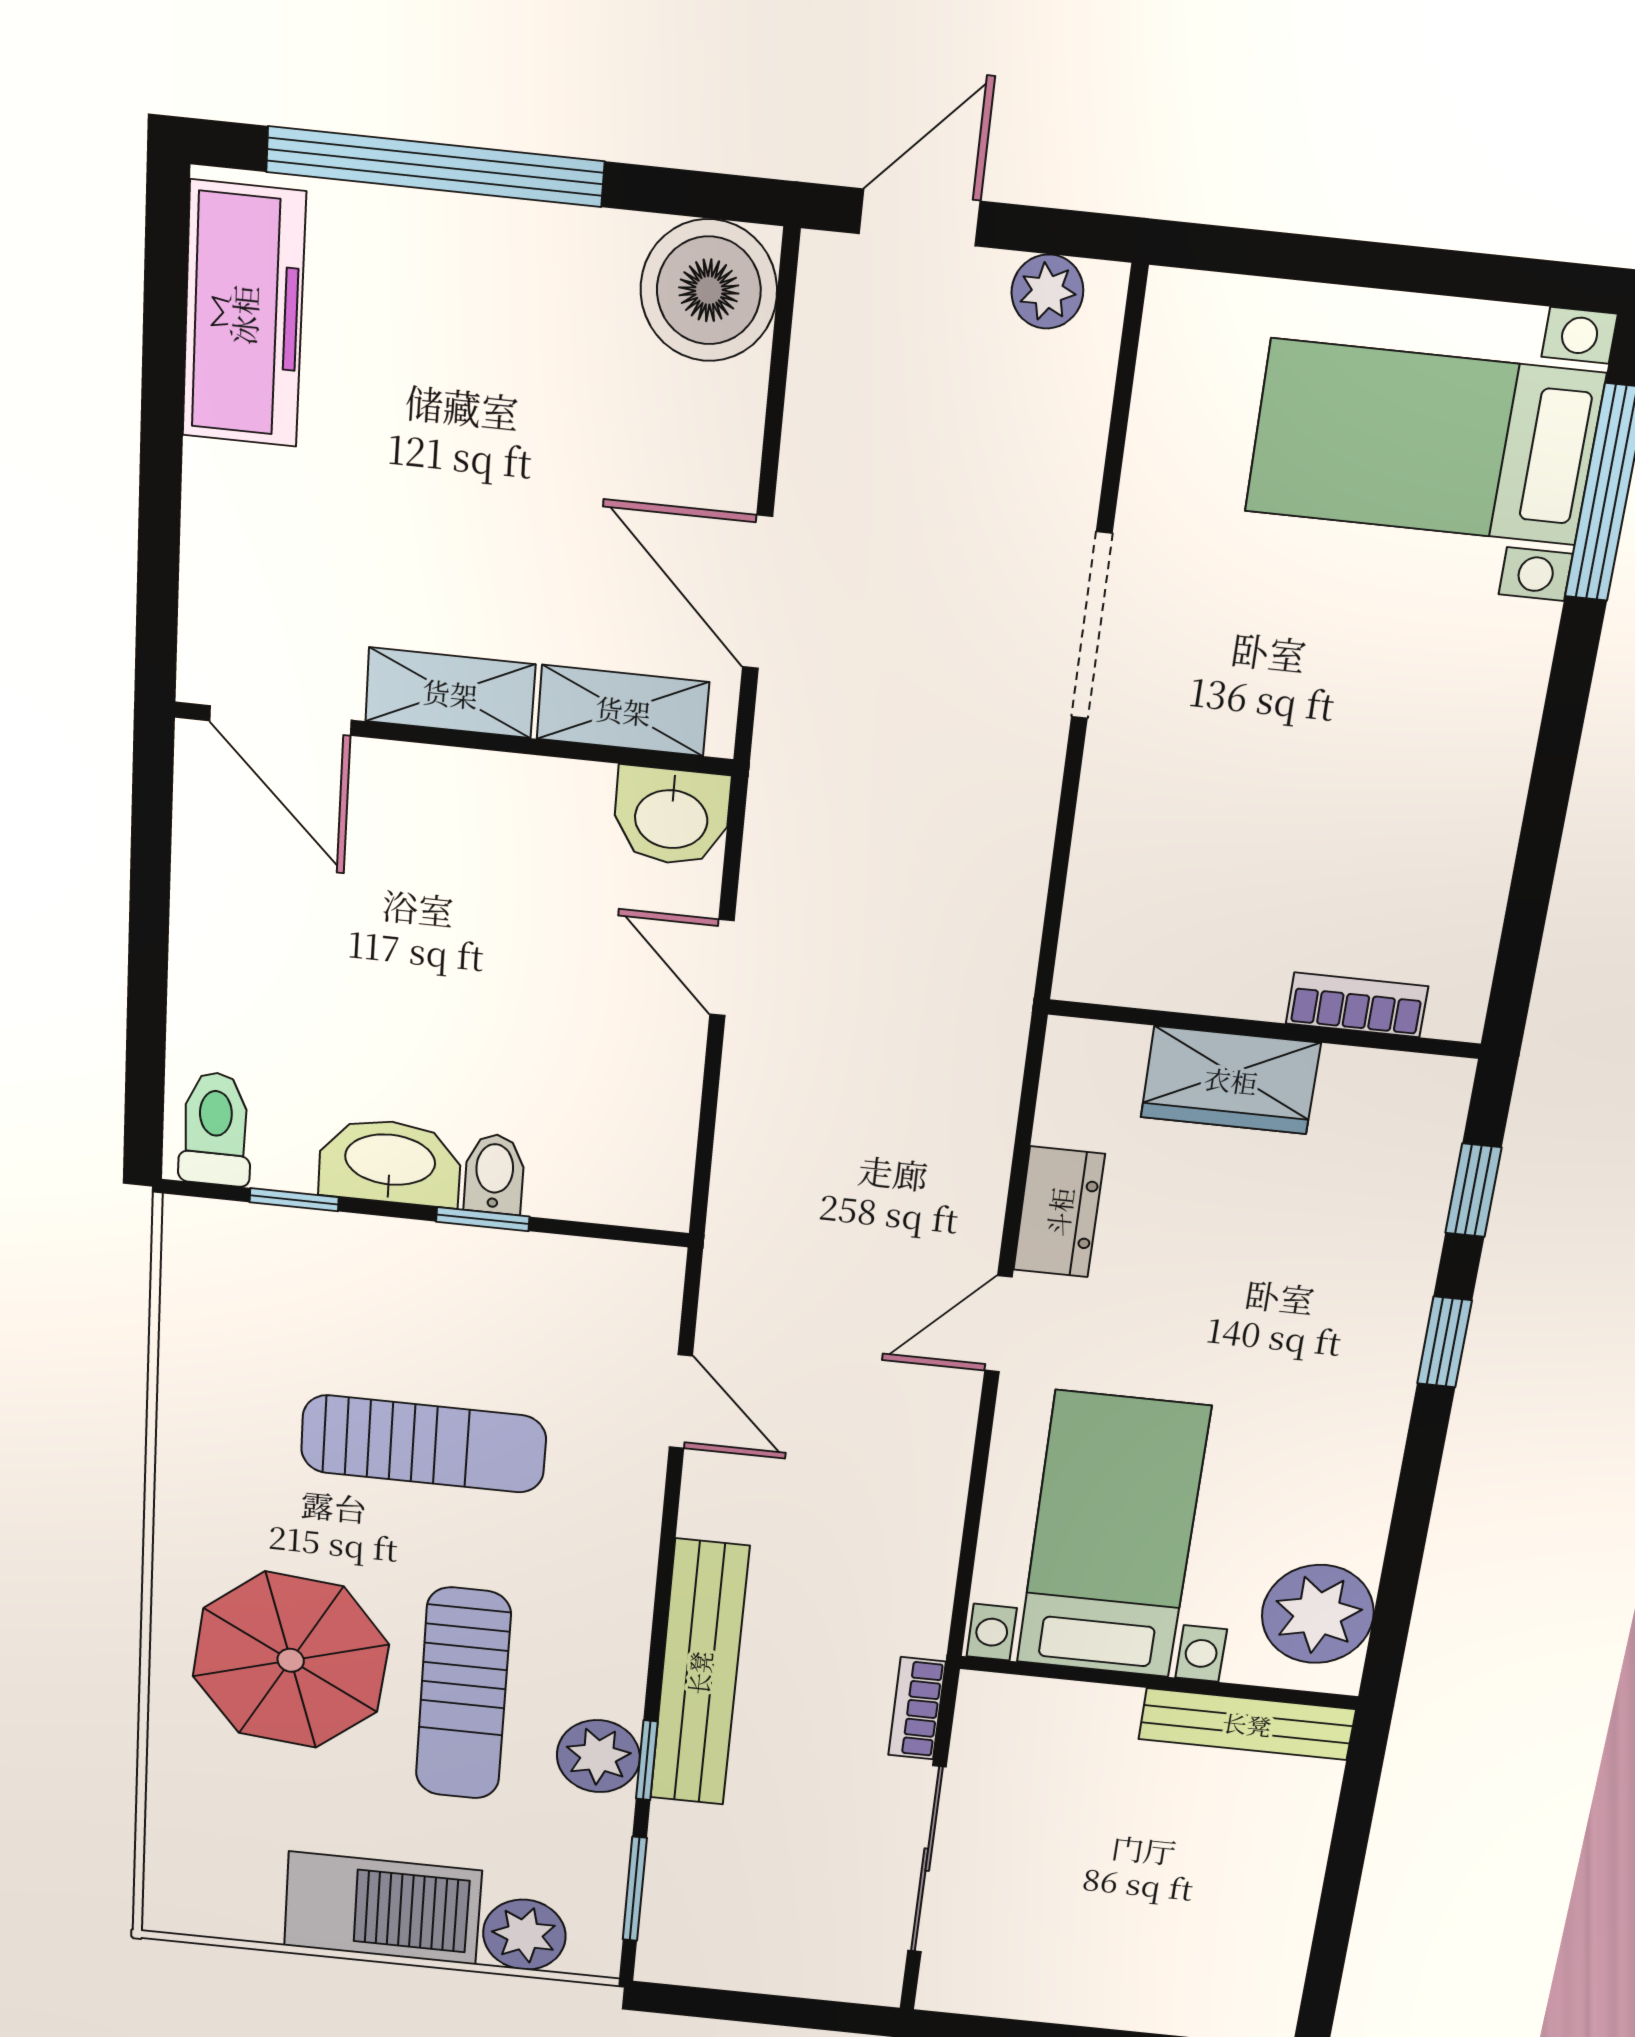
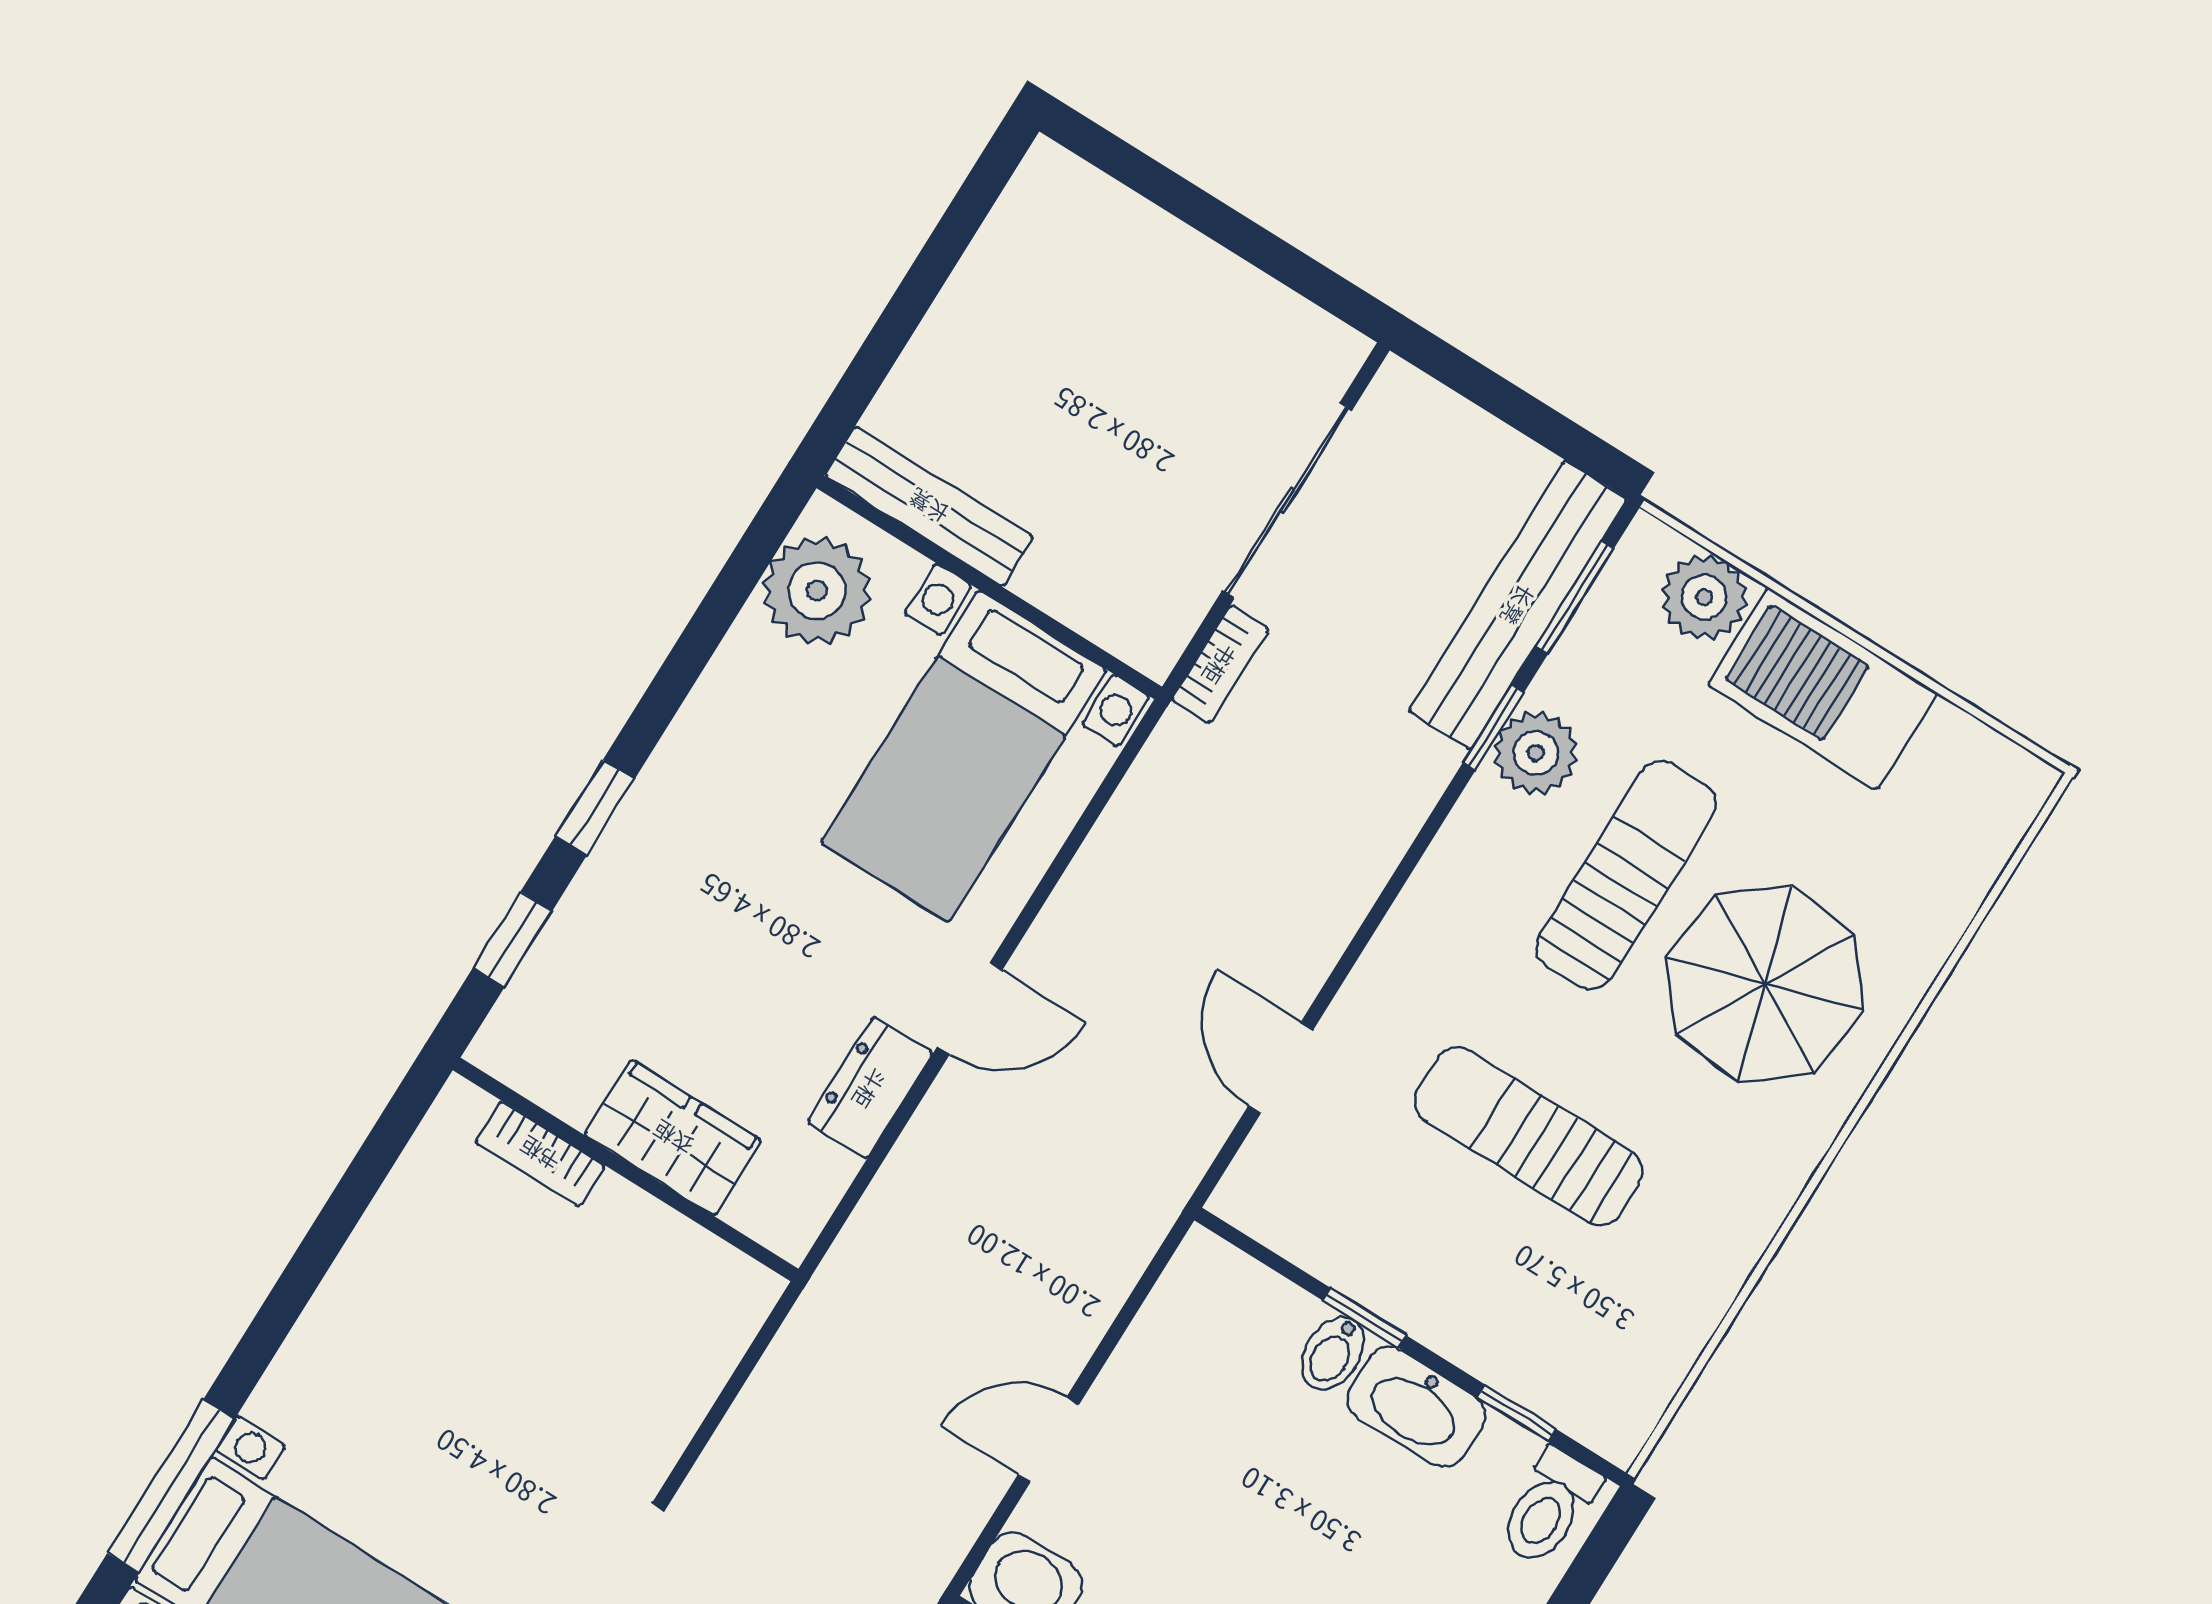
door: (722, 968) -> (1048, 1440), swing flipped
bench: (699, 1673) -> (1518, 605), moved

